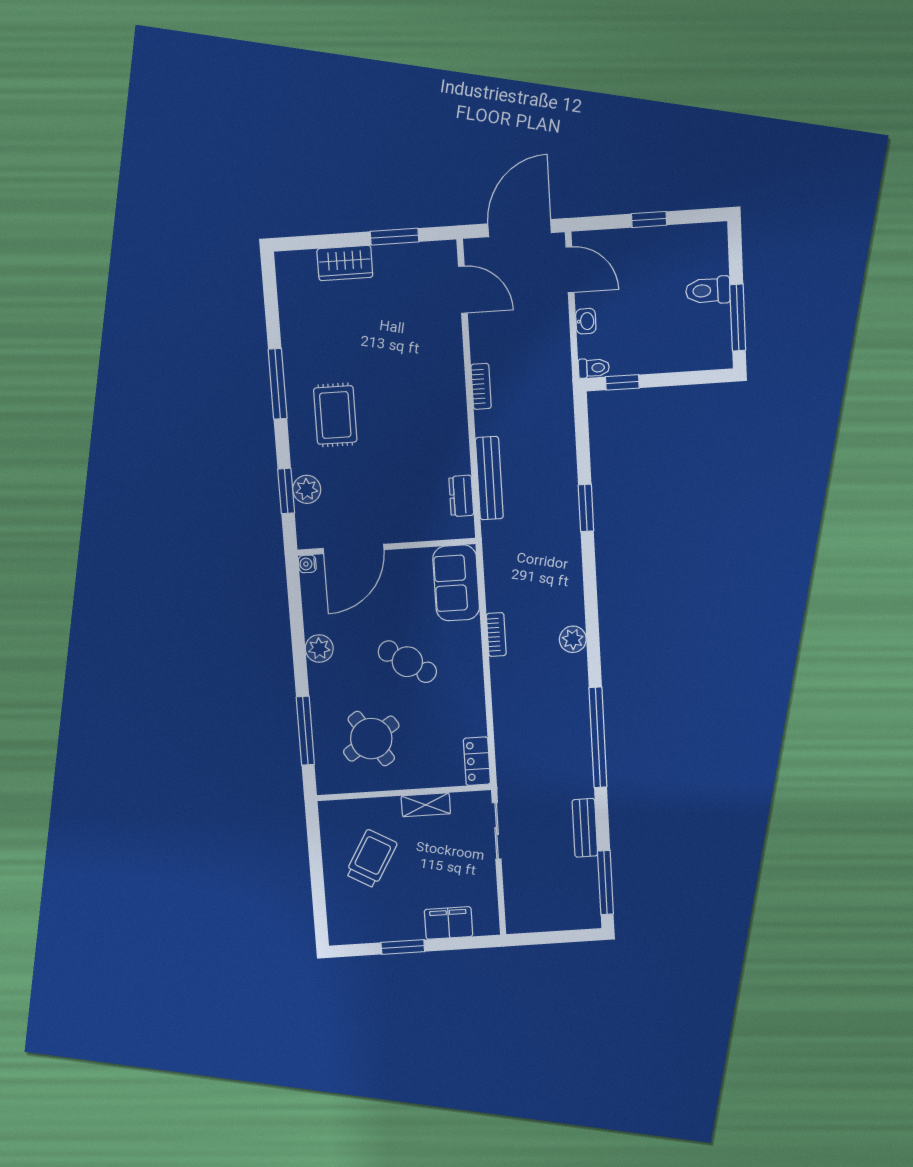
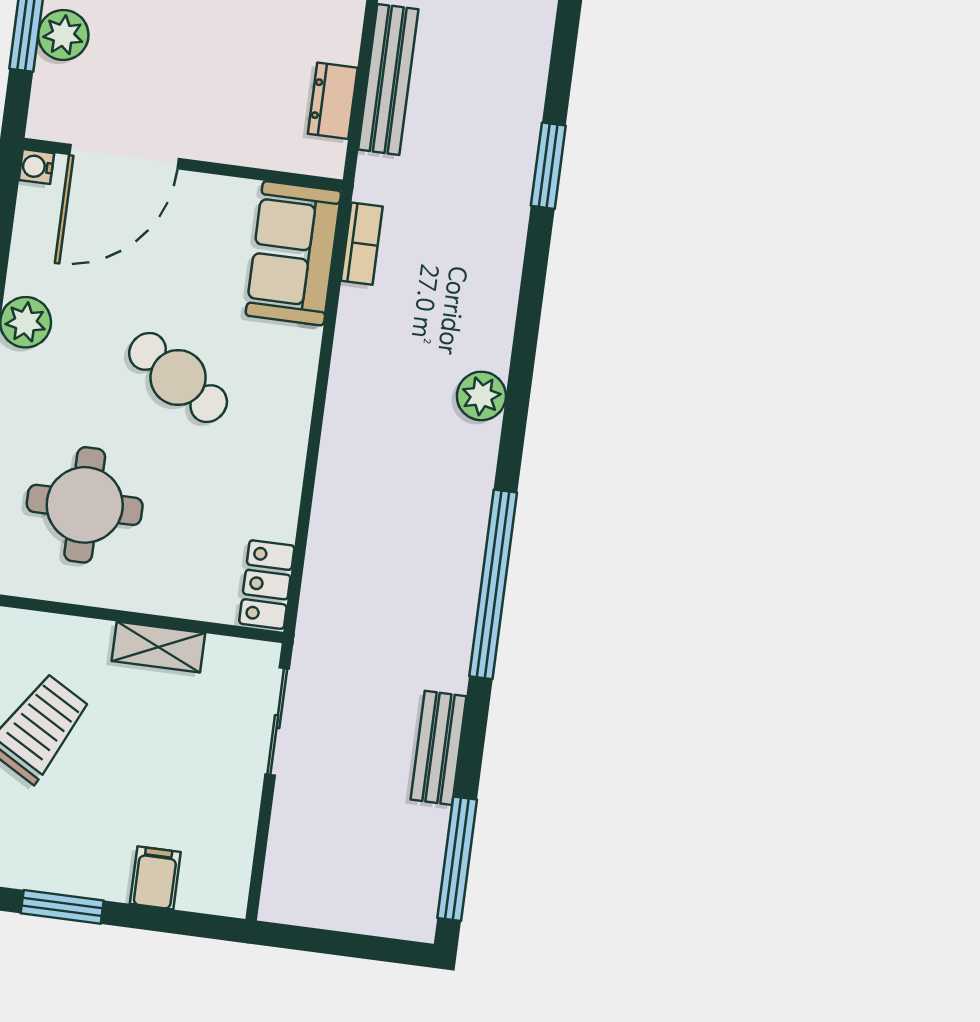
bookcase: (496, 635) -> (362, 244), moved
round table: (371, 739) -> (85, 505), turned 33
filing cabinet: (449, 923) -> (155, 878), width x0.50

